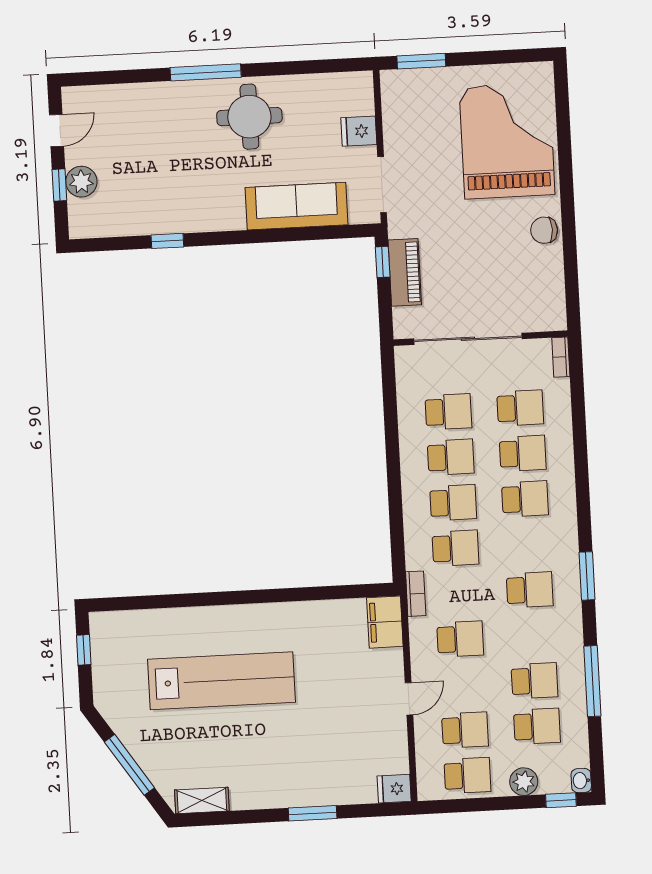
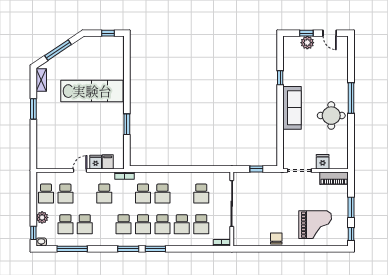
window: (525, 56) -> (351, 234), added
window: (421, 61) -> (351, 207), moved
grand piano: (507, 141) -> (315, 225), width x0.73, depth x0.68
sofa: (297, 206) -> (292, 108), moved
window: (383, 262) -> (256, 169), moved
piano: (405, 272) -> (334, 178), moved
school desk: (451, 457) -> (143, 224), moved
window: (584, 512) -> (155, 249), added
window: (295, 594) -> (127, 124), added
filing cabinet: (385, 622) -> (108, 162), width x0.50
lab bench: (221, 681) -> (92, 91), turned -90
window: (592, 681) -> (72, 249), moved
door: (409, 699) -> (80, 170), swing flipped
fridge: (394, 789) -> (96, 162), moved
window: (313, 813) -> (33, 109), moved

